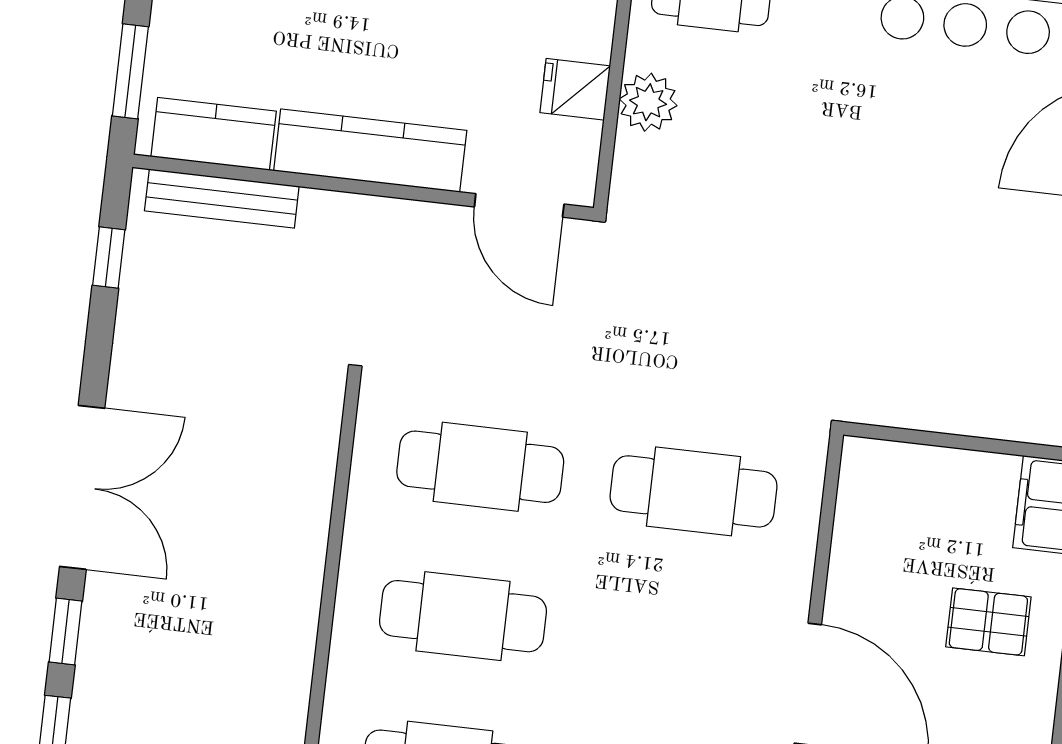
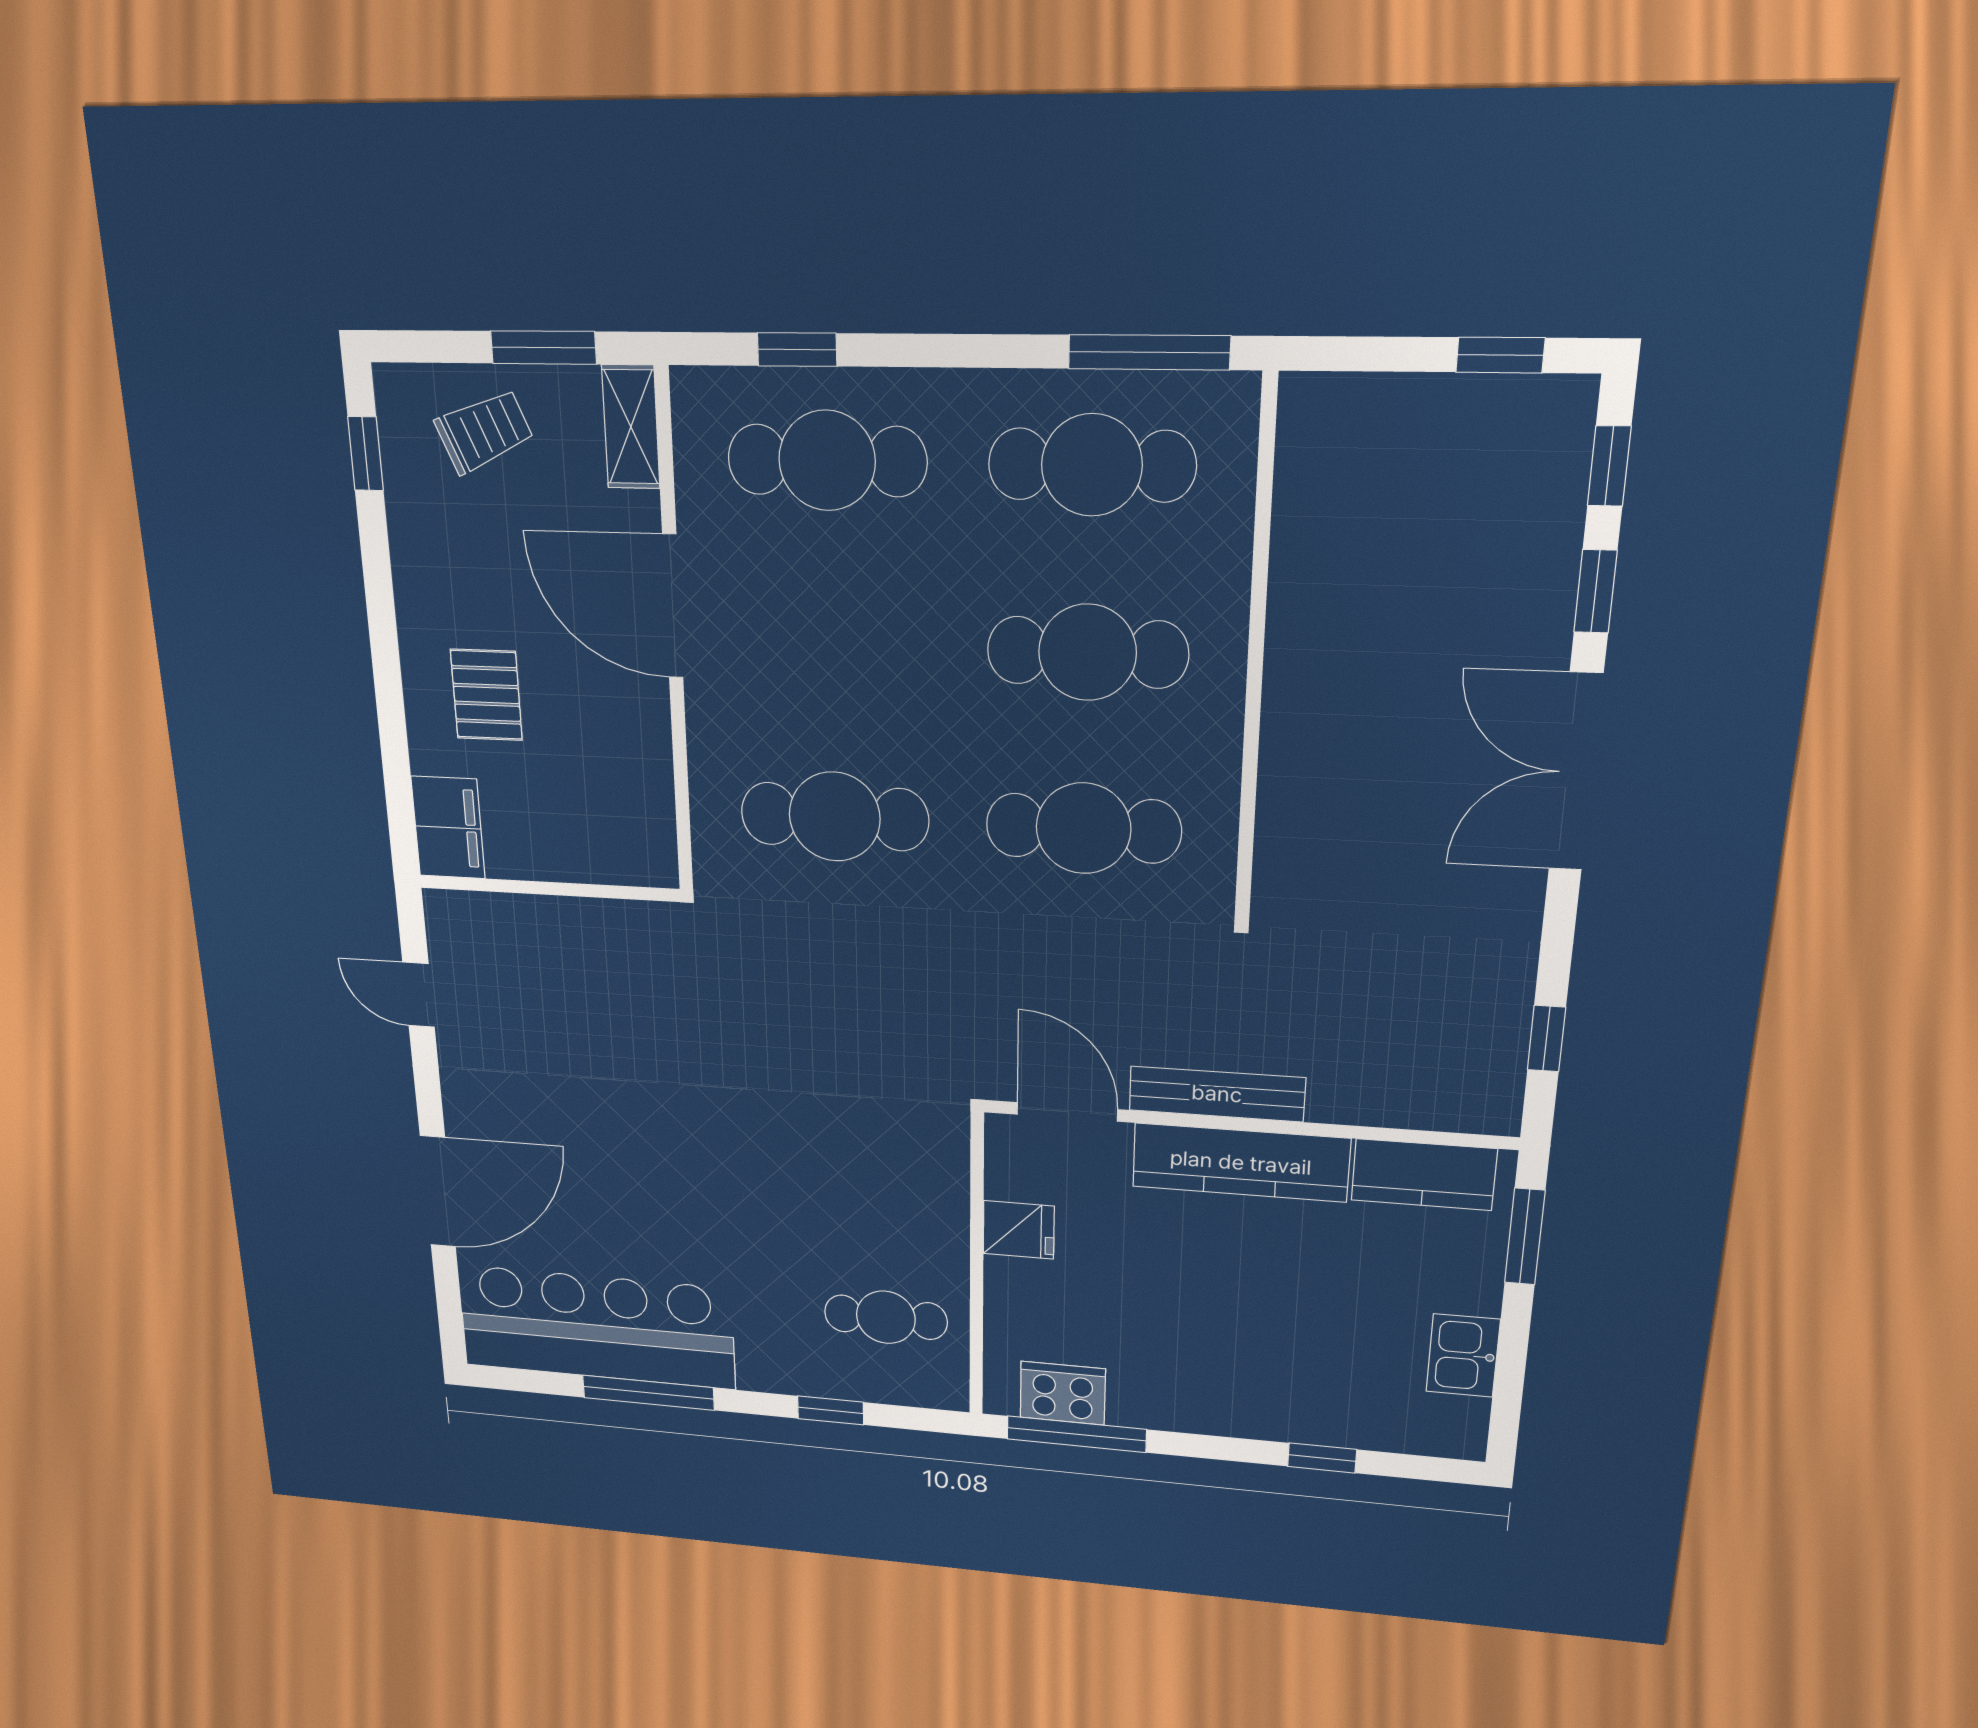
plant: (648, 102) -> (939, 1219), removed
bench: (222, 199) -> (1217, 1094), moved
pallet: (988, 622) -> (486, 695), turned 90

